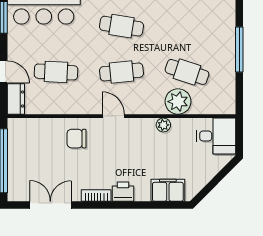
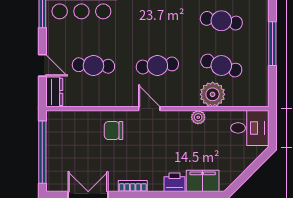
cafe table: (122, 26) -> (221, 21), moved
printer: (123, 192) -> (175, 182), moved

